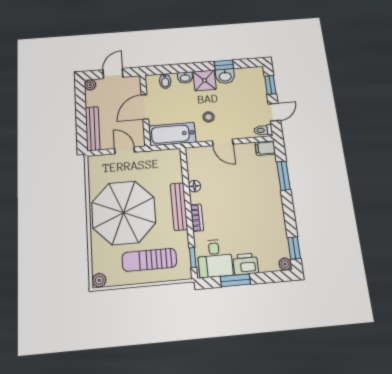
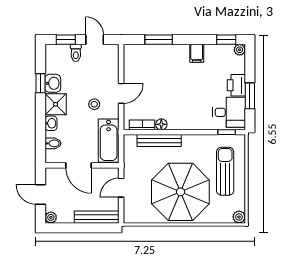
toilet: (263, 130) -> (76, 53), moved
filing cabinet: (265, 148) -> (197, 53), moved
bench: (179, 206) -> (159, 141), moved
bookcase: (197, 218) -> (142, 125), moved
sun lounger: (149, 260) -> (225, 171), turned 180

